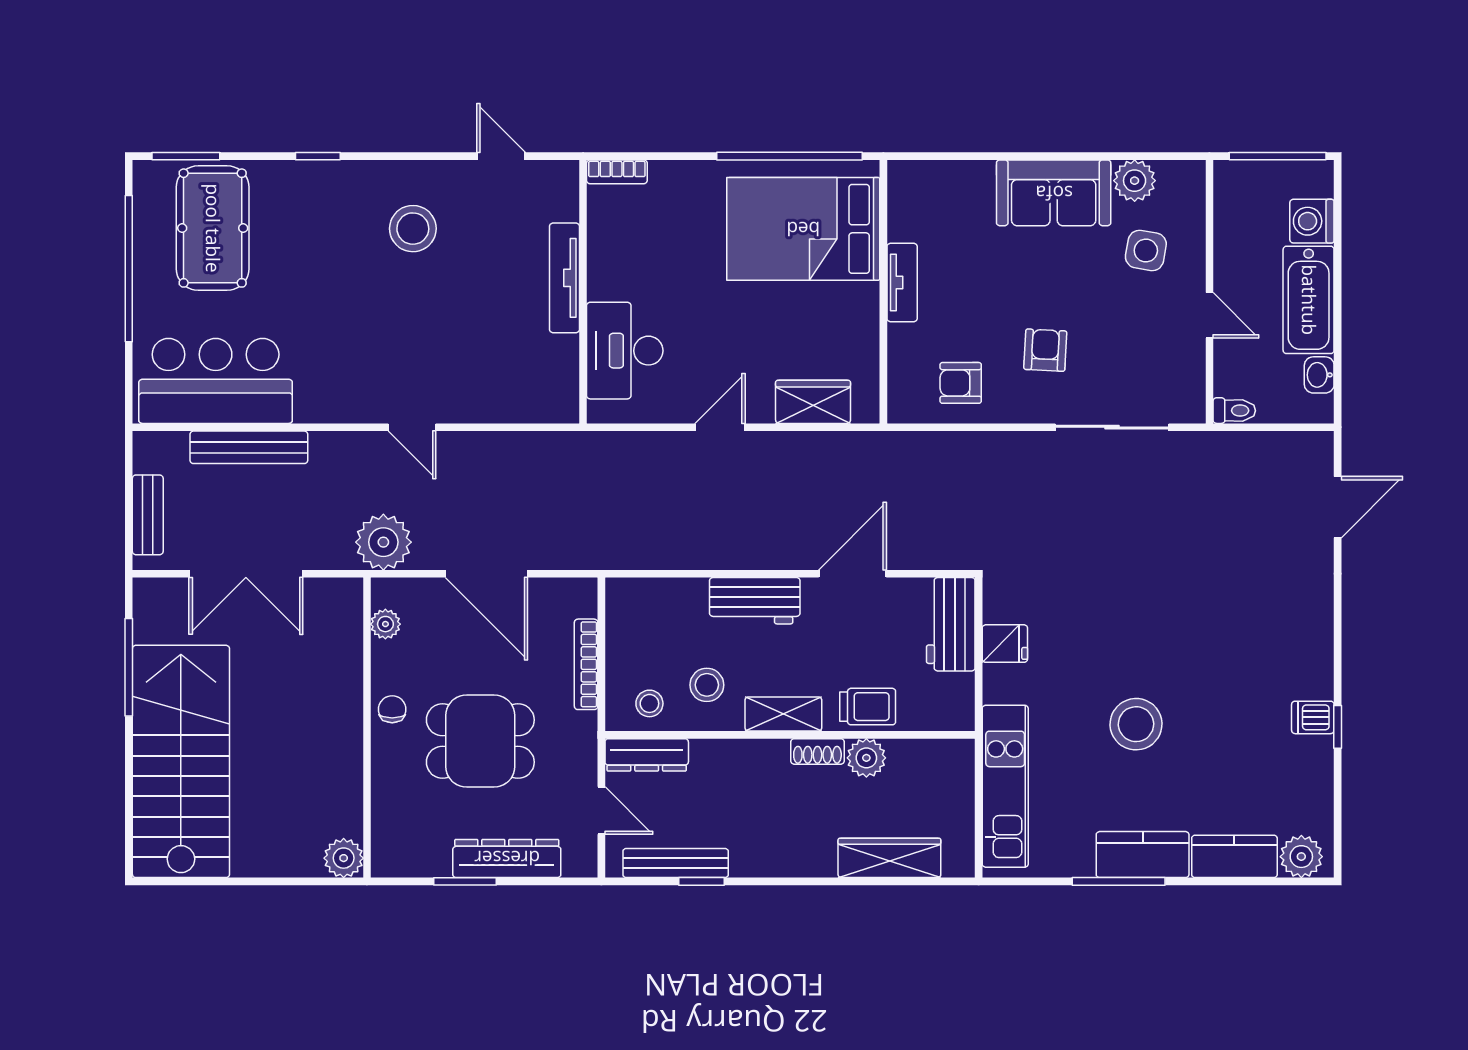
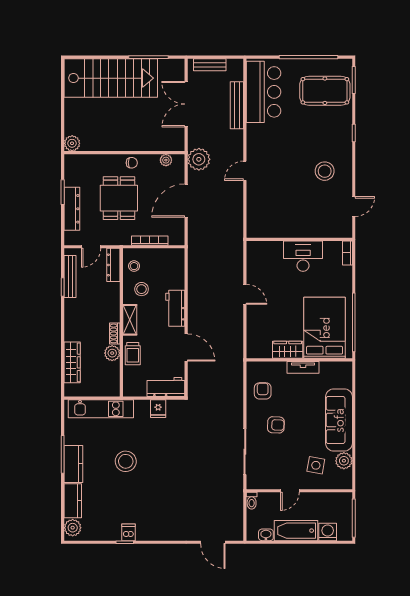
sofa: (1054, 193) -> (339, 420), width x1.36
tv unit: (564, 278) -> (305, 232), removed
desk: (625, 351) -> (303, 256), moved
wardrobe: (813, 402) -> (288, 350), moved, turned -90

